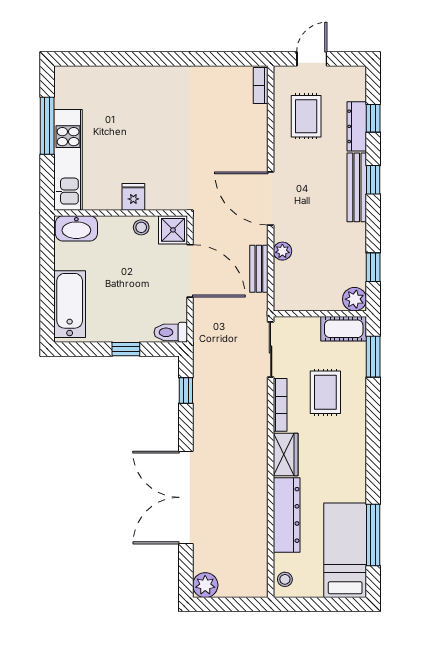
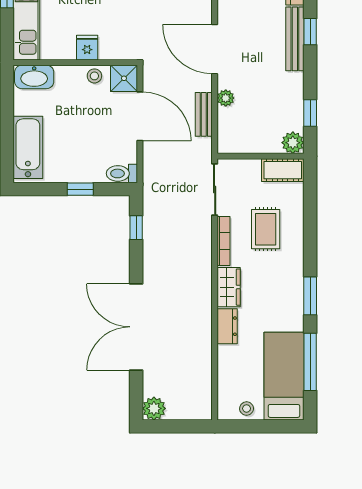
window: (373, 357) -> (310, 296), moved
dresser: (287, 515) -> (227, 326), width x0.51, depth x0.80
stool: (285, 579) -> (247, 408), moved

